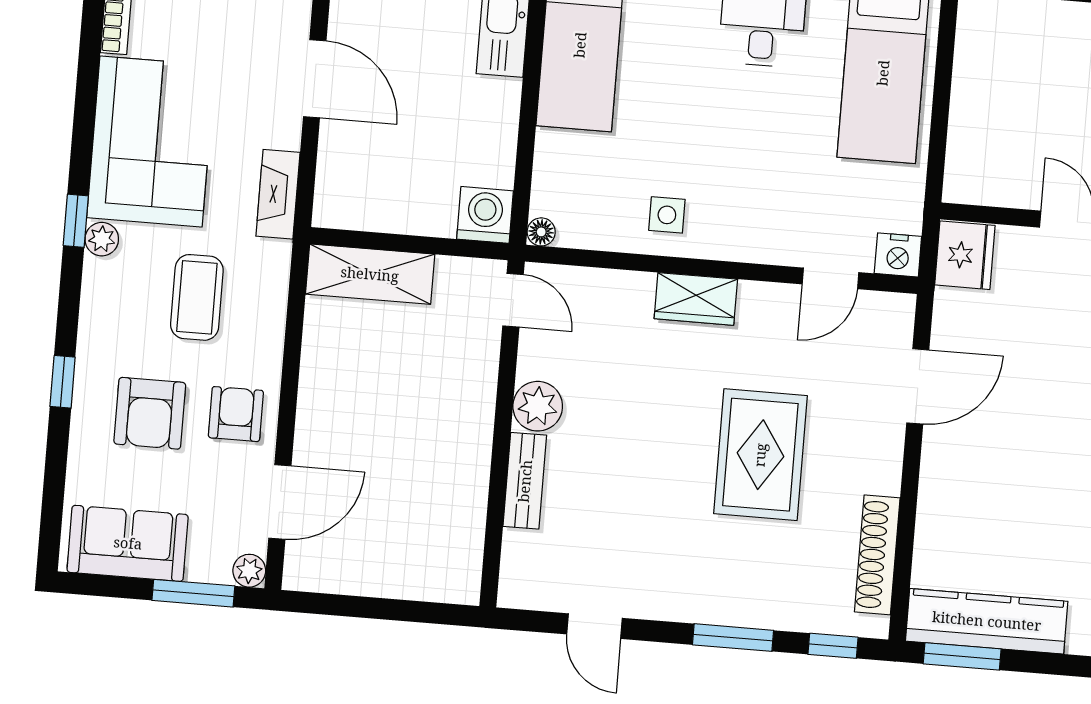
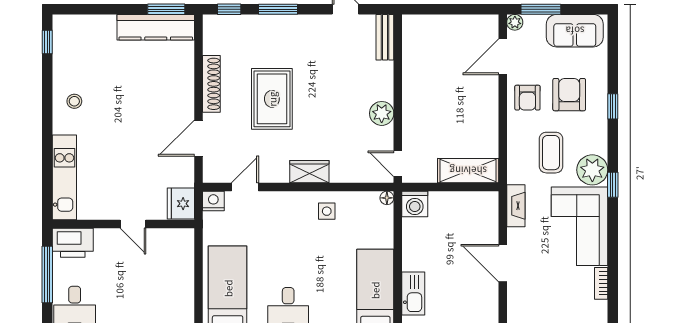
plant: (102, 239) -> (592, 170), width x1.88, depth x1.88
bench: (525, 481) -> (385, 37), moved
shoe rack: (877, 555) -> (211, 84), moved

